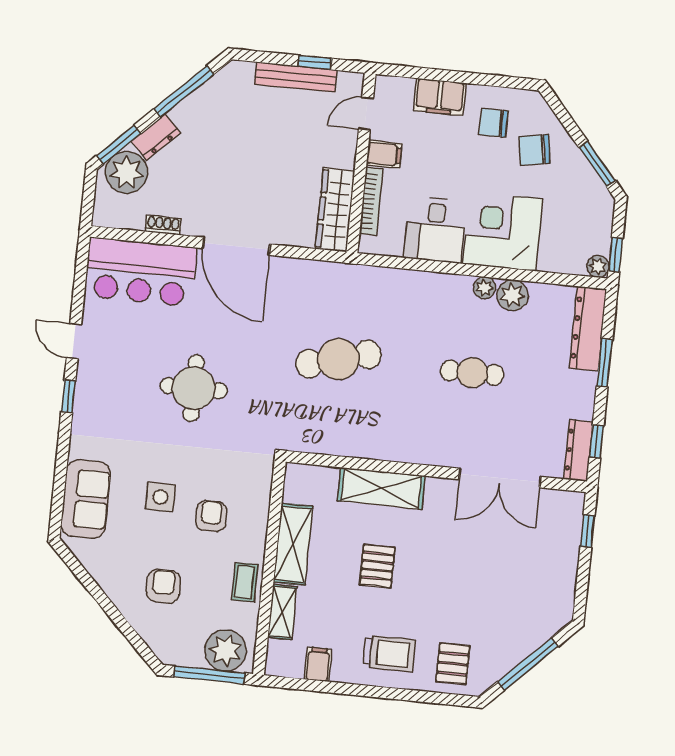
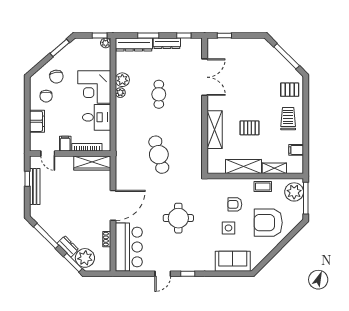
dresser: (578, 450) -> (167, 43), moved
armchair: (163, 586) -> (268, 223), width x1.88, depth x1.88

